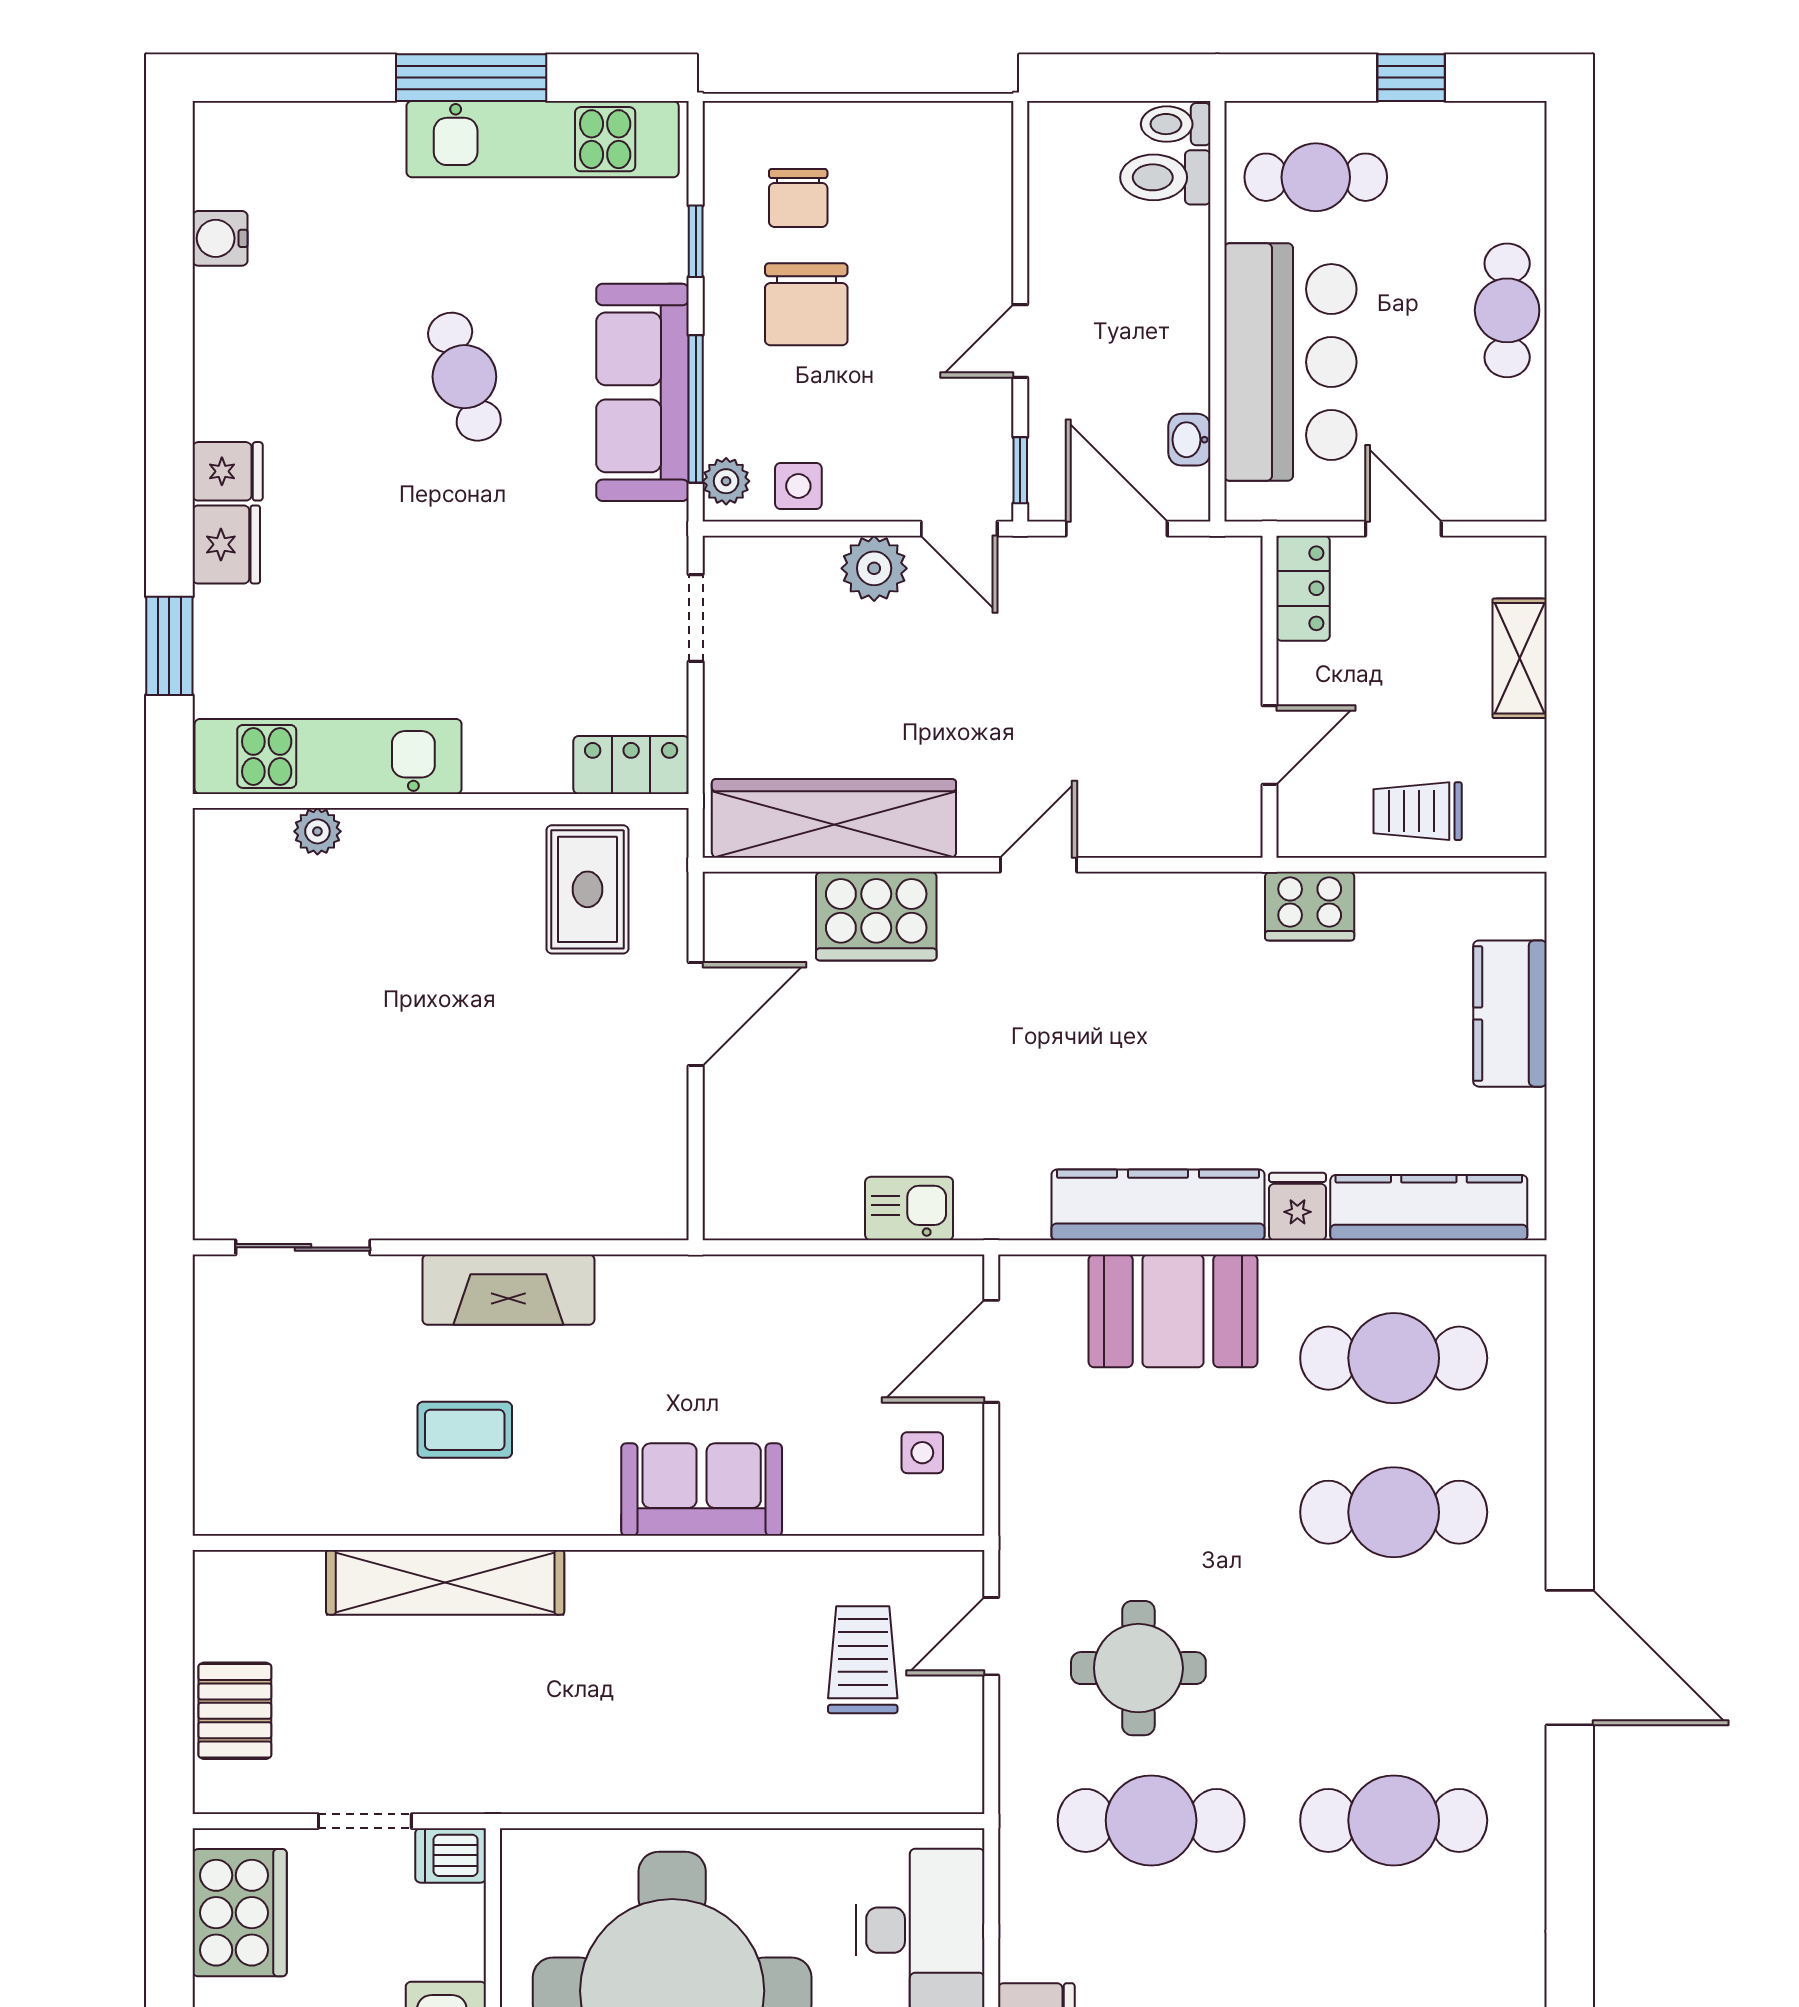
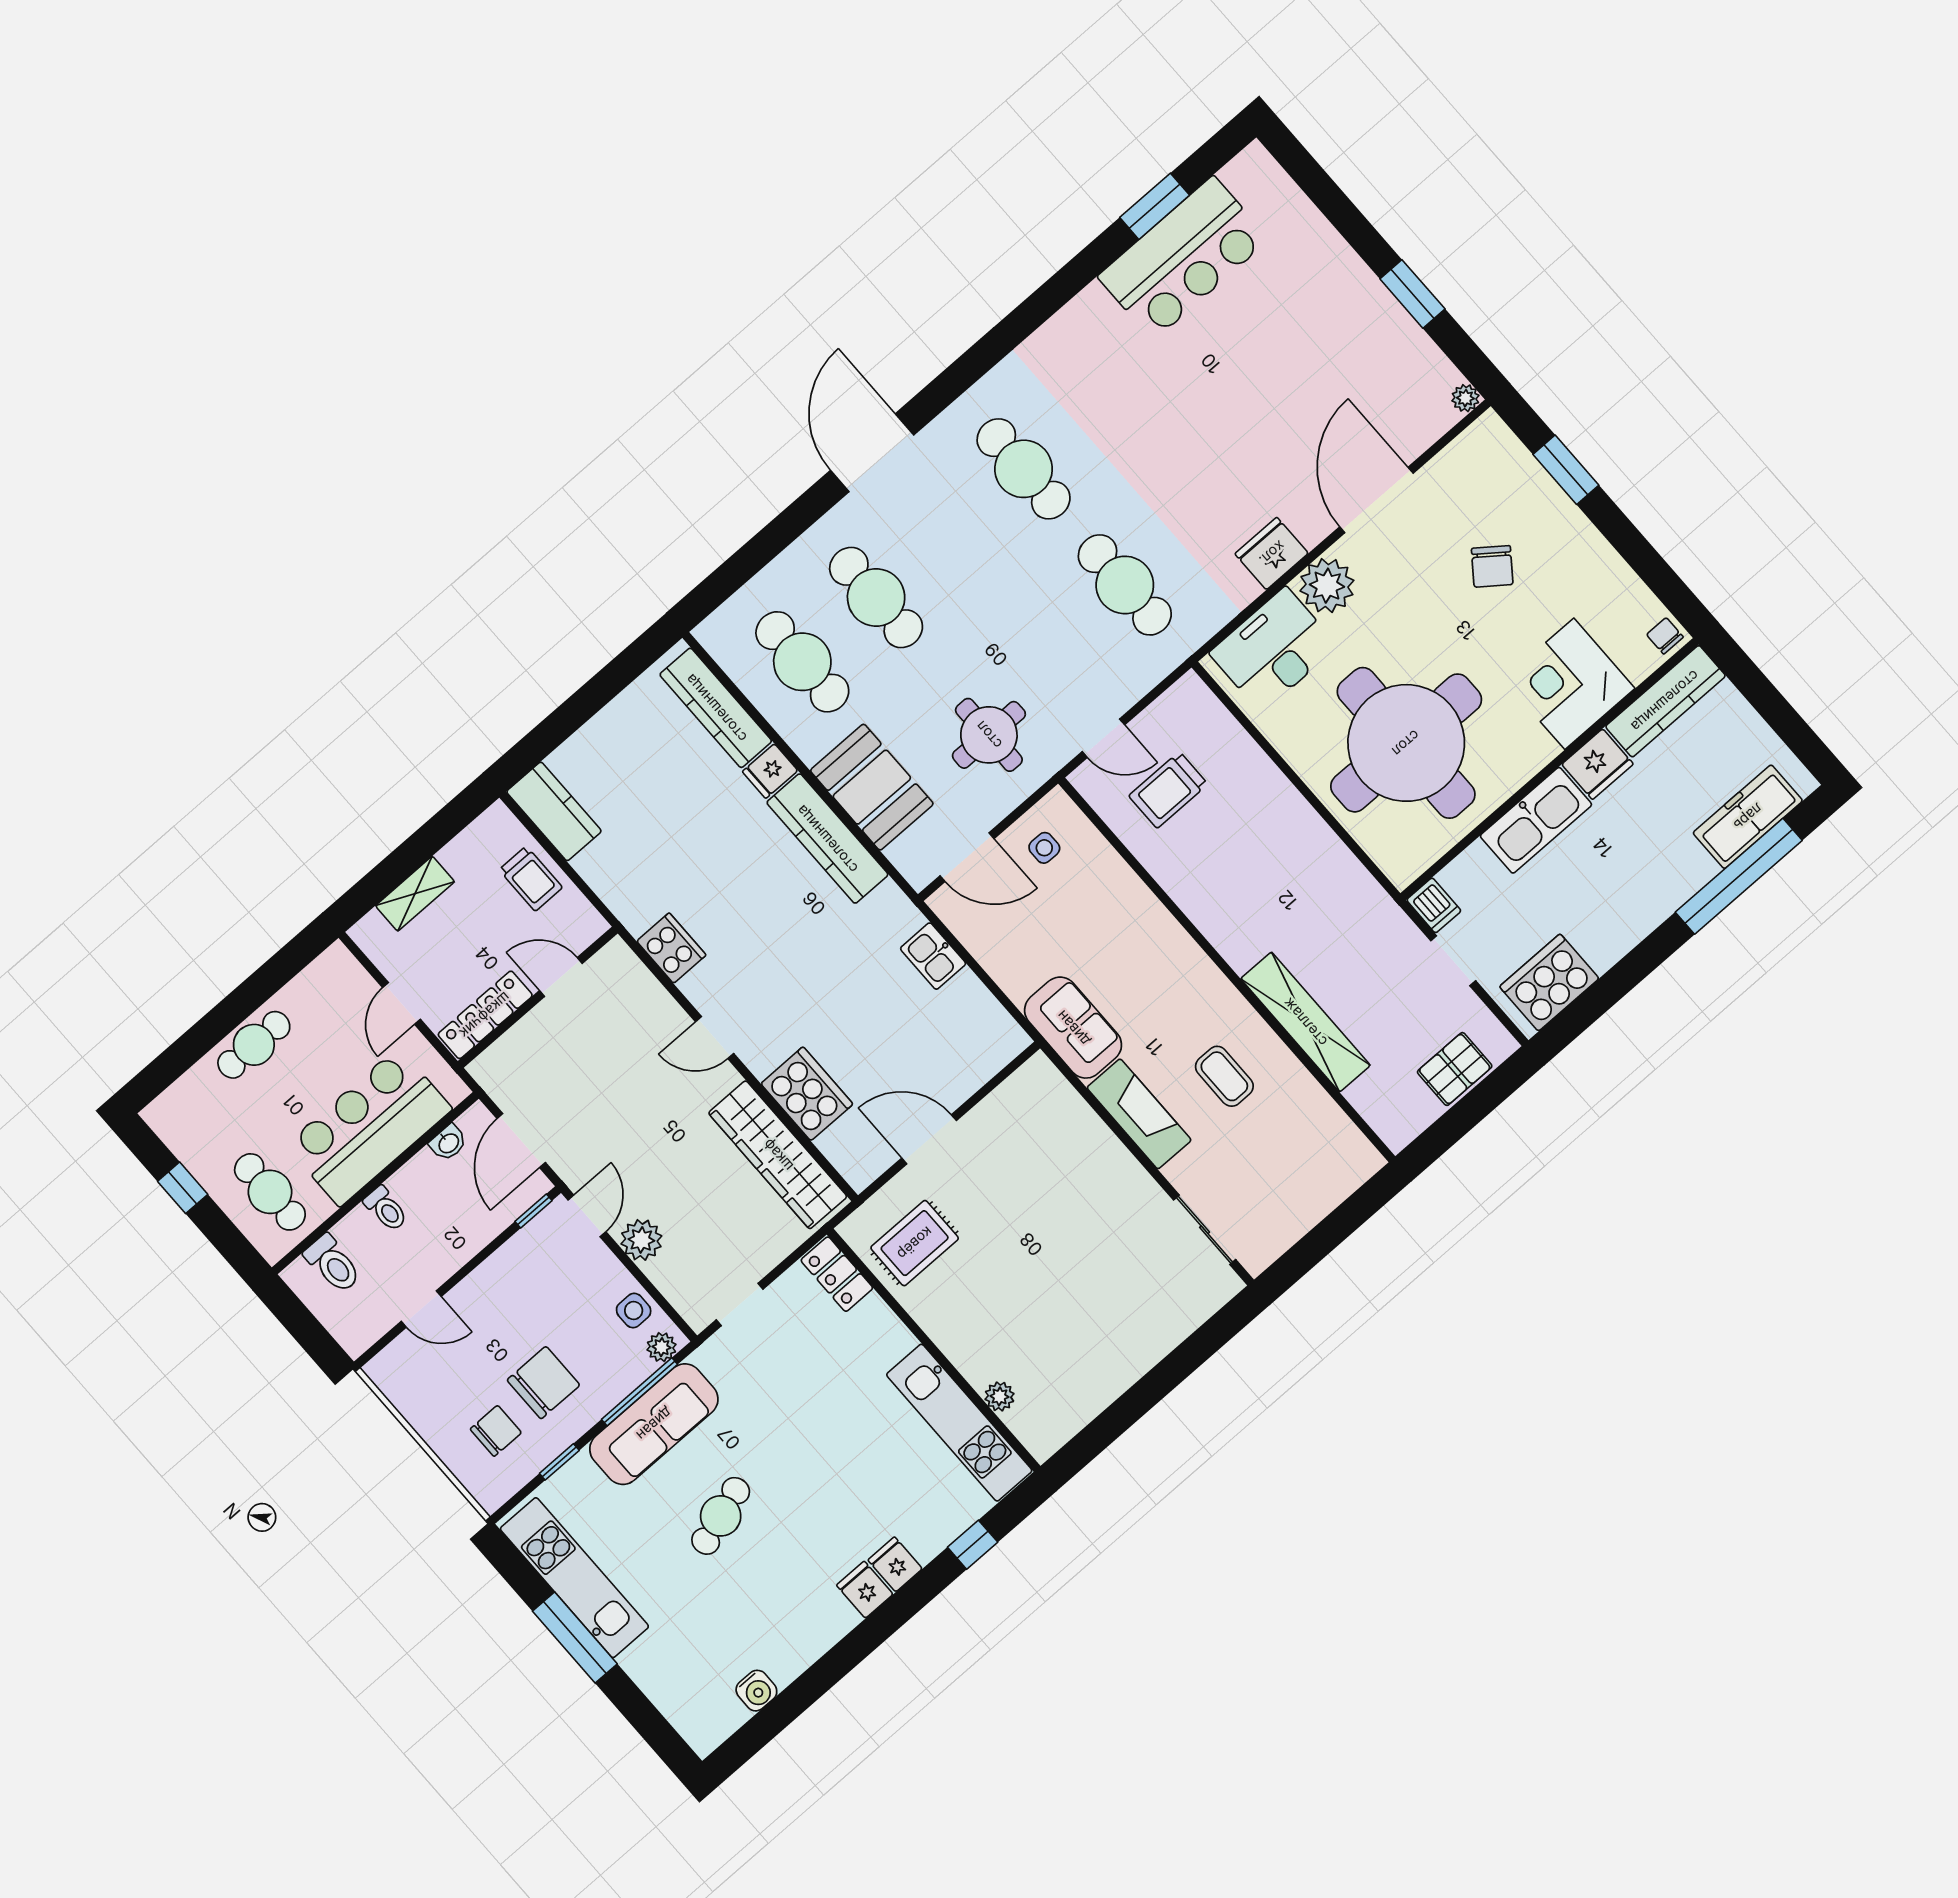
toilet: (1176, 124) -> (386, 1209), moved
door: (1020, 341) -> (421, 1309), moved
fridge: (226, 544) -> (895, 1564), width x0.72
locker: (1303, 588) -> (485, 1015), width x1.53
window: (169, 646) -> (973, 1545), width x0.67
cooker: (1310, 906) -> (671, 948), moved
kitchen counter: (1510, 1014) -> (554, 811), moved, turned -90
sofa: (702, 1490) -> (1073, 1028), moved, turned 180
round table: (1138, 1668) -> (989, 735), moved

